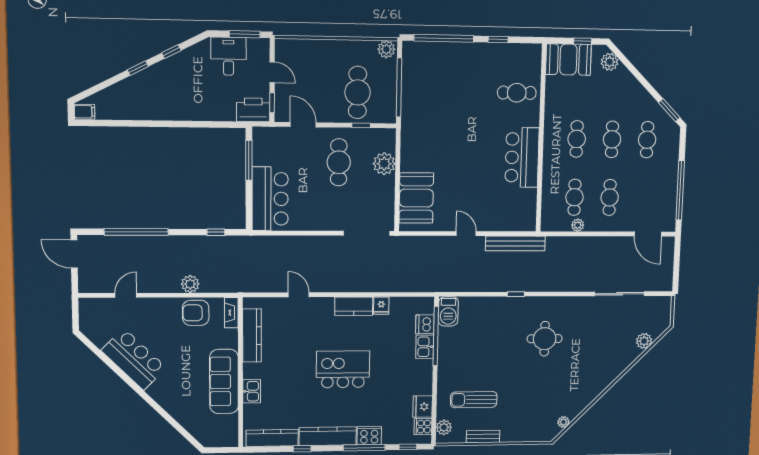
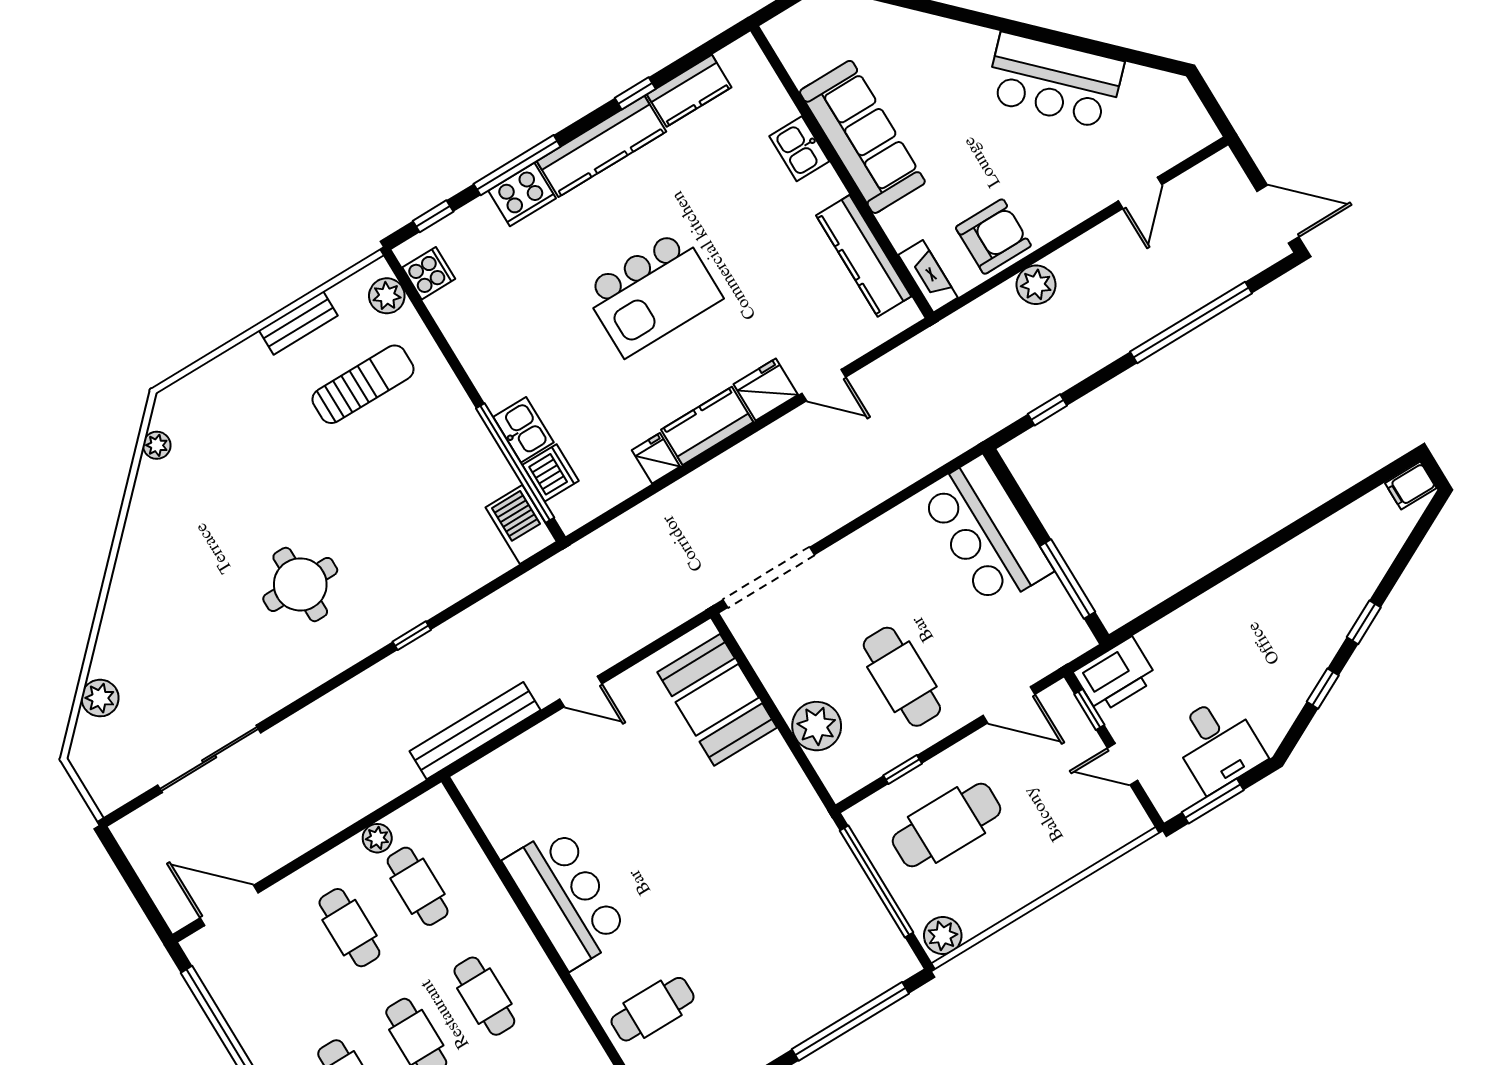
cafe table: (358, 92) -> (947, 825), turned 90
fridge: (423, 407) -> (766, 389), moved, turned -90
kitchen counter: (272, 438) -> (689, 91), width x0.67

